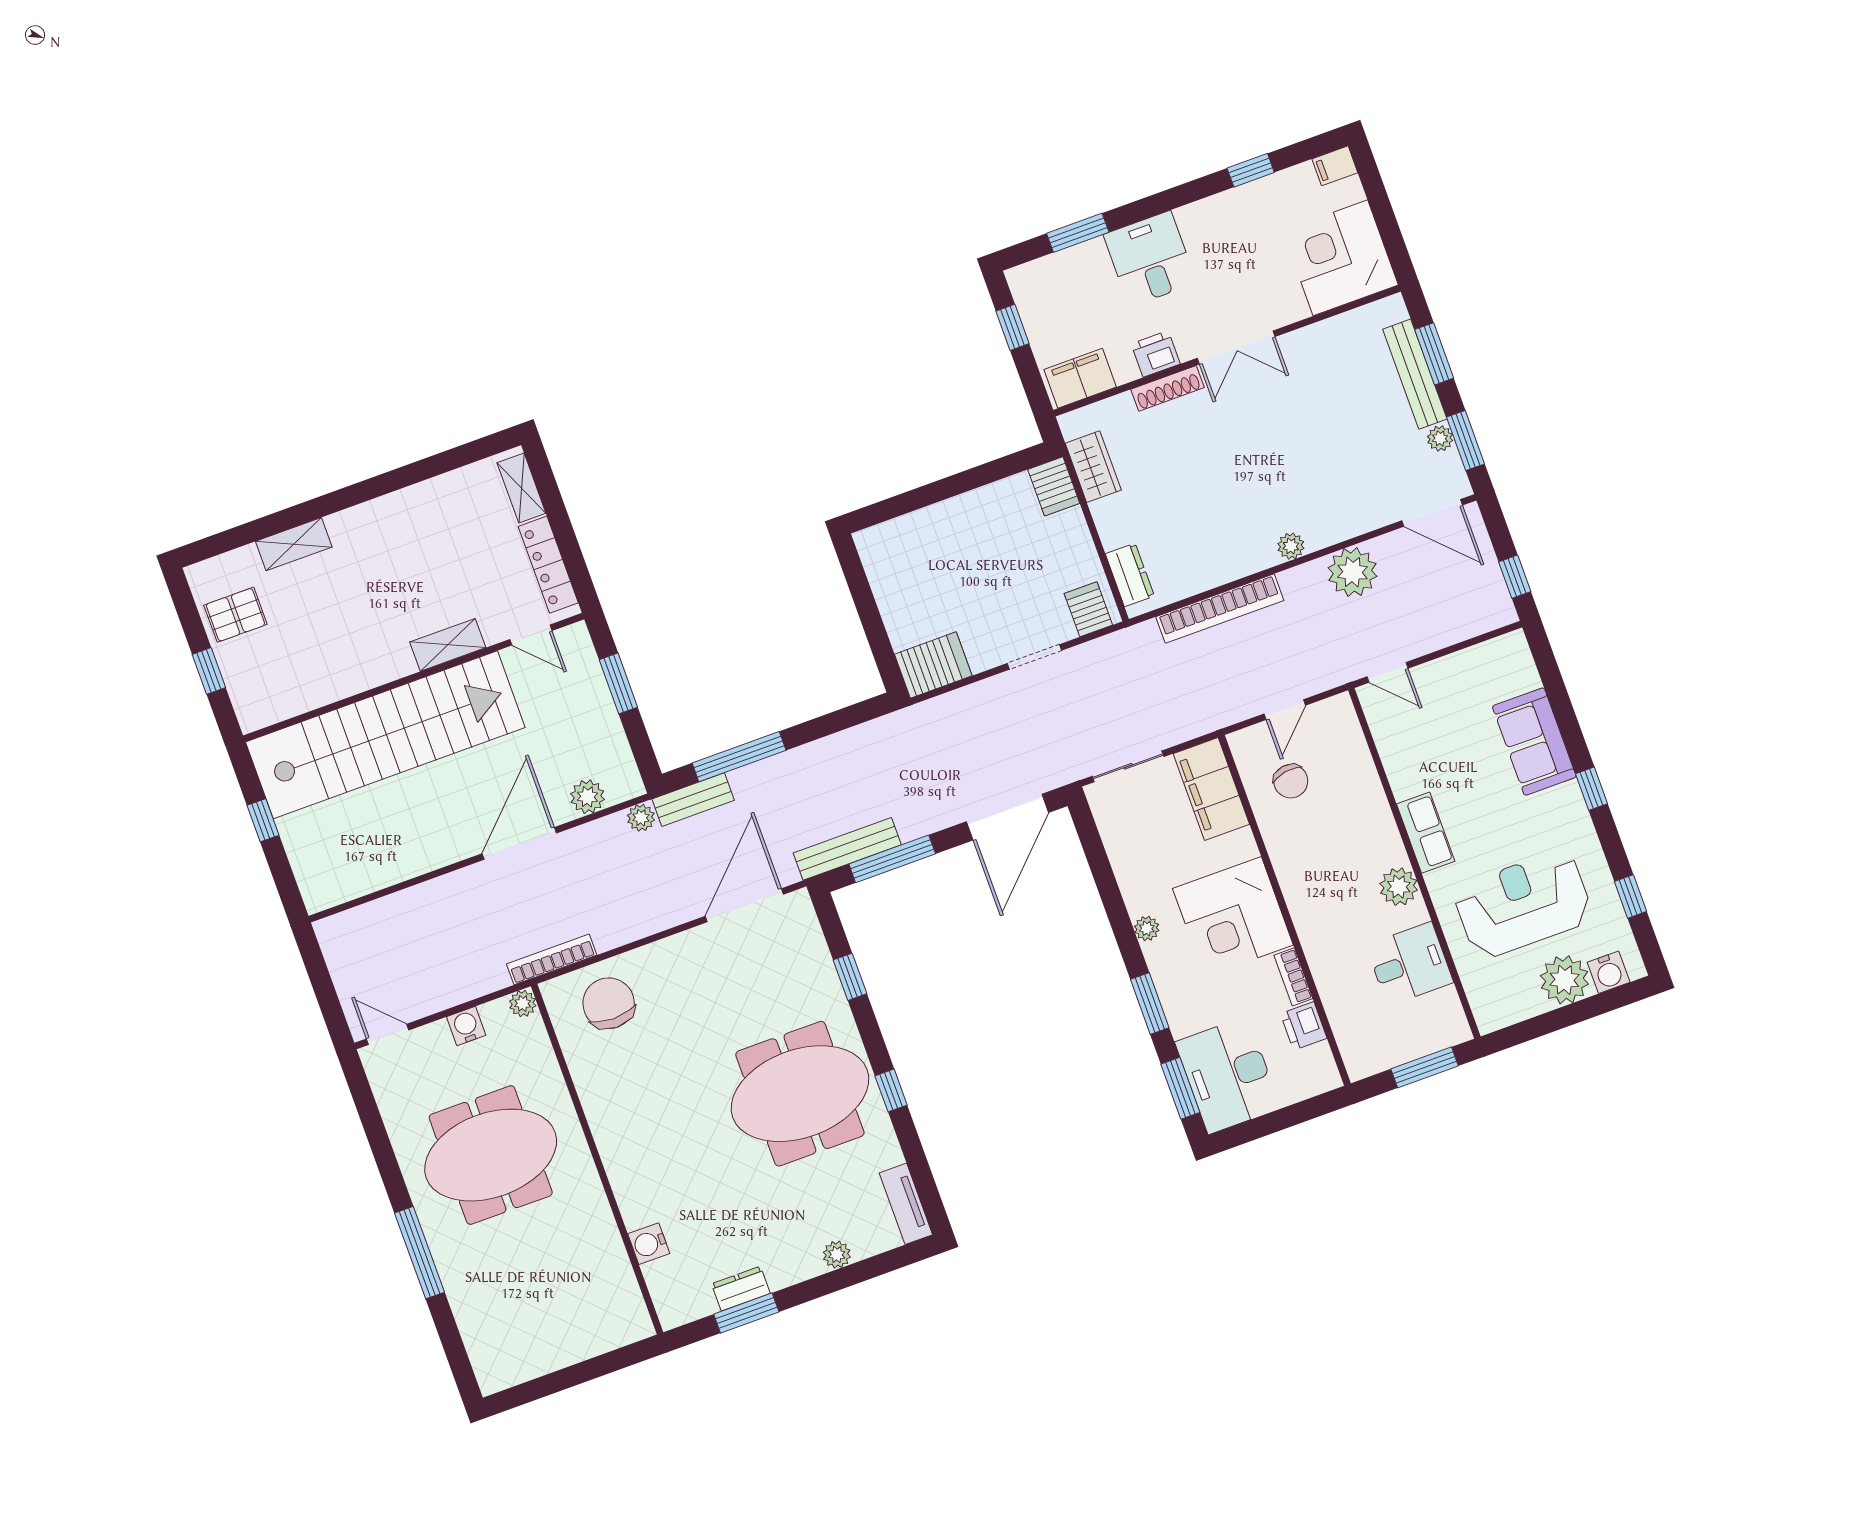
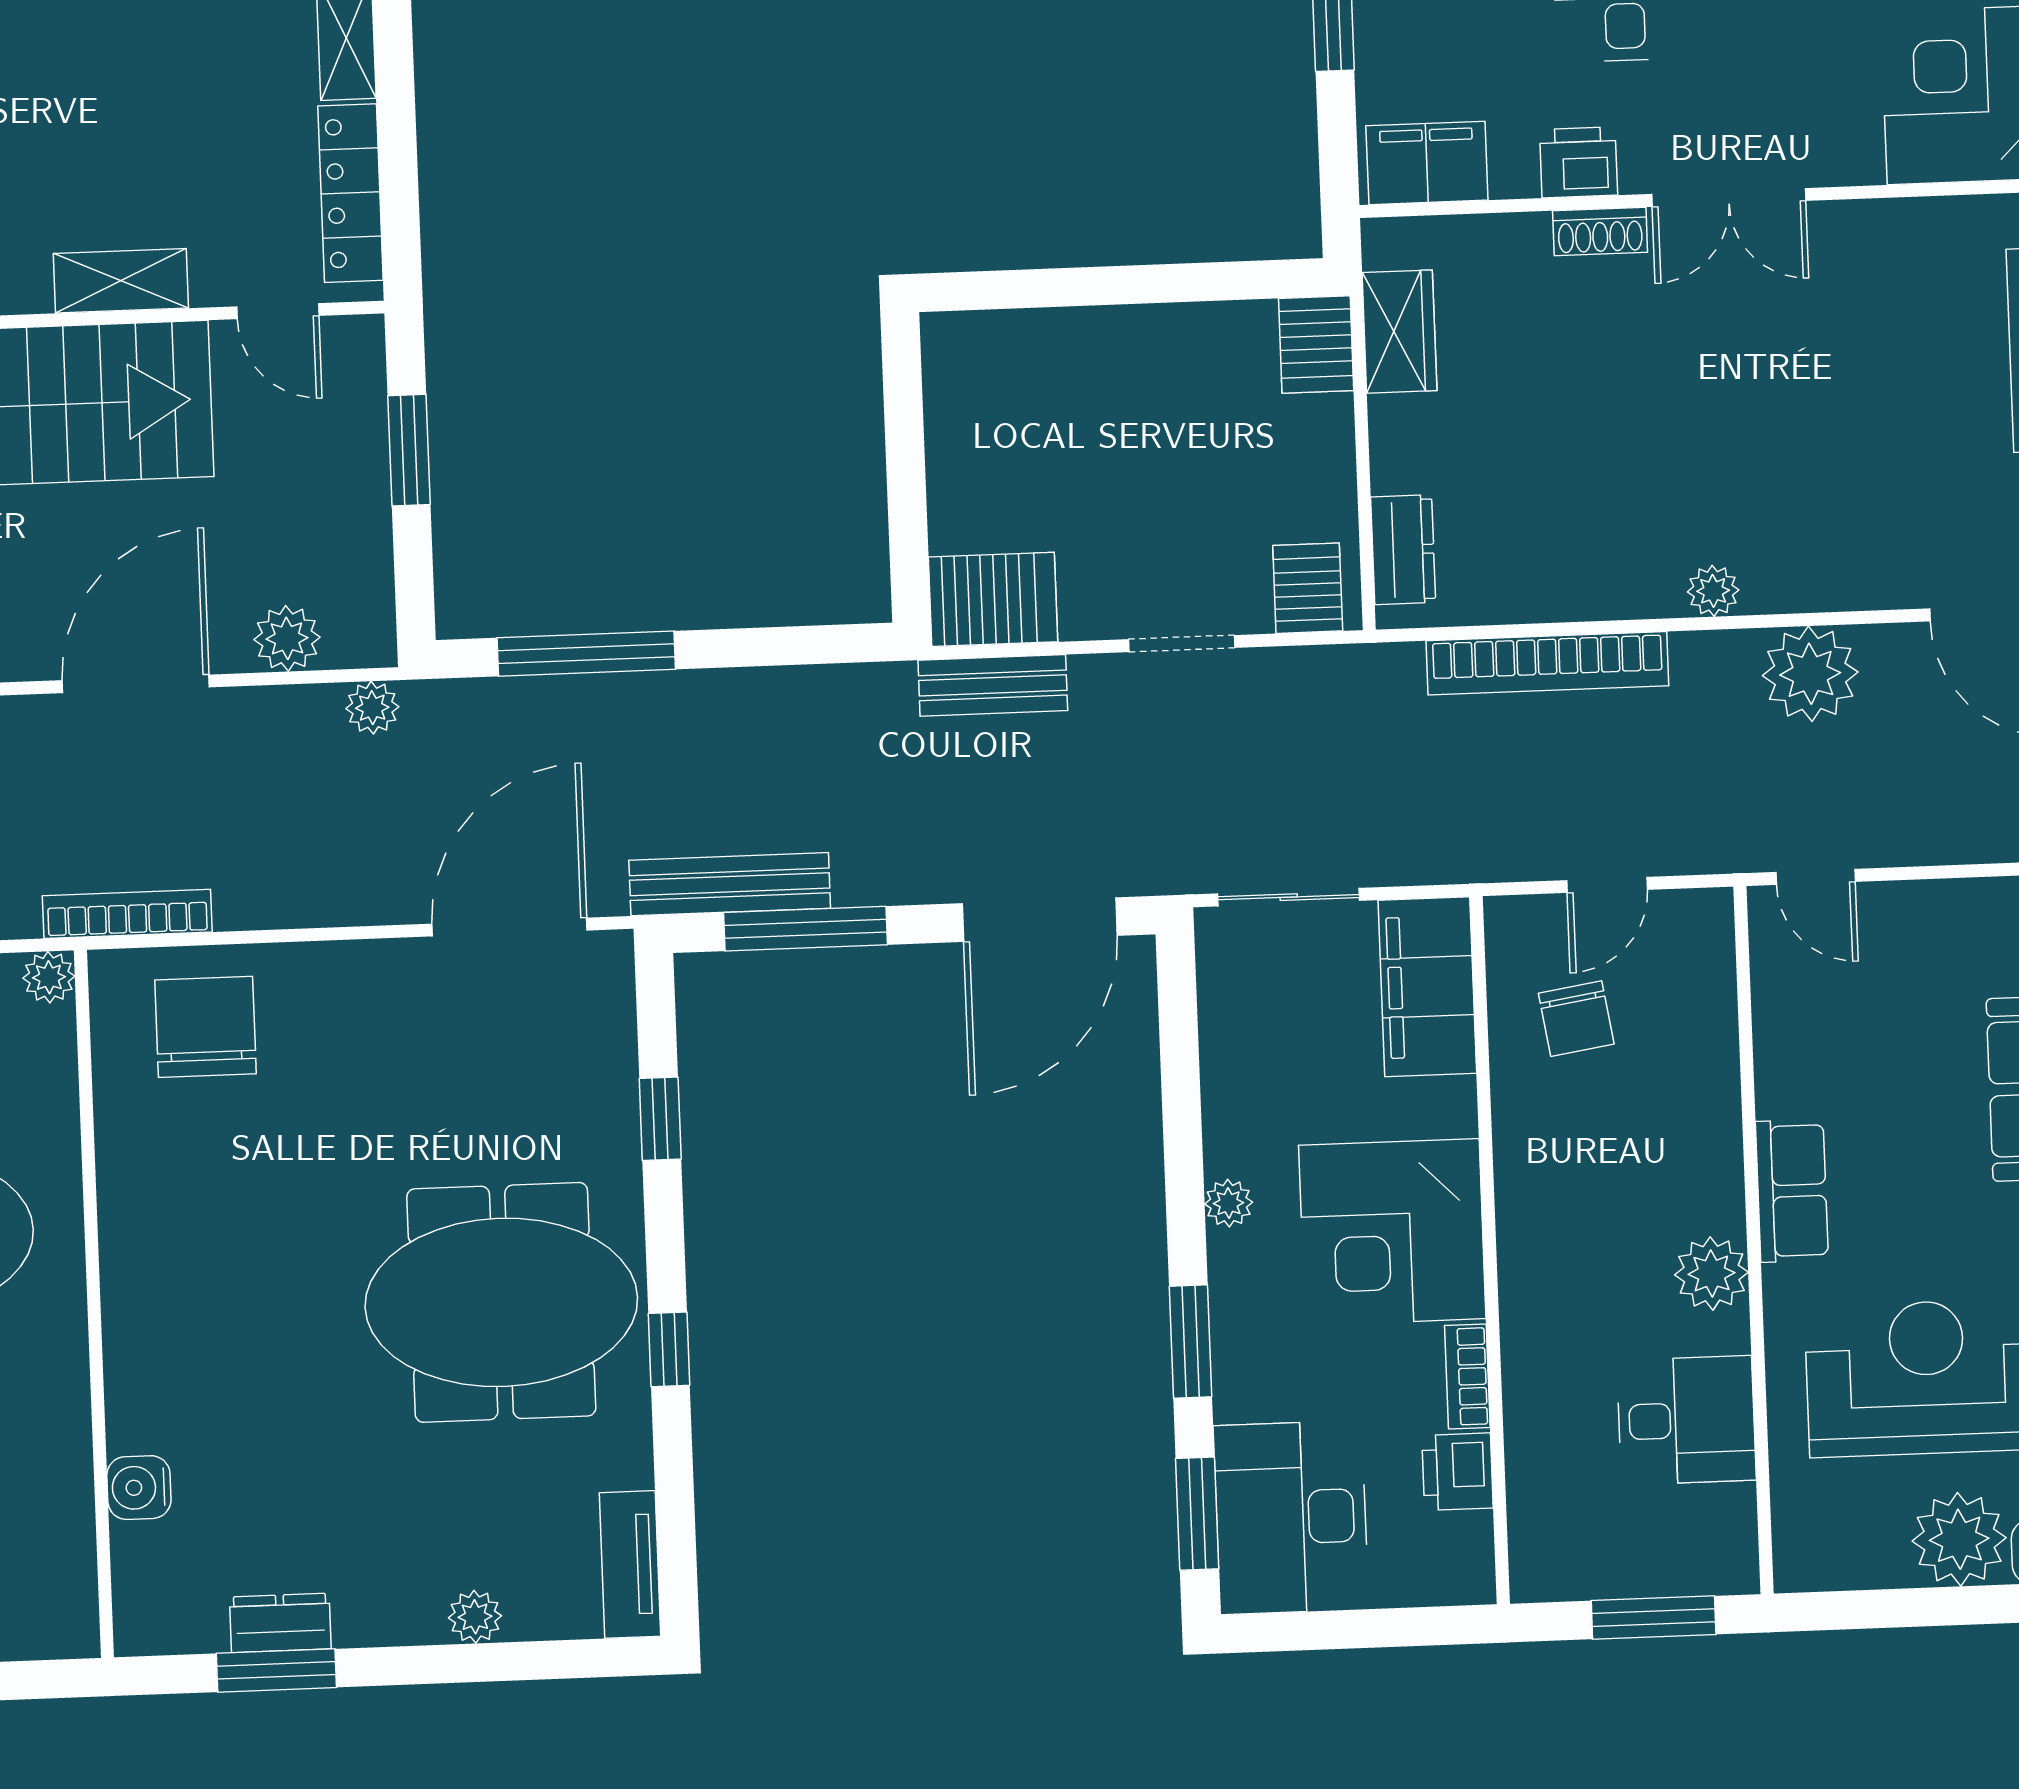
shoe rack: (1168, 388) -> (1600, 231), width x0.70
bench: (693, 800) -> (993, 685), moved

